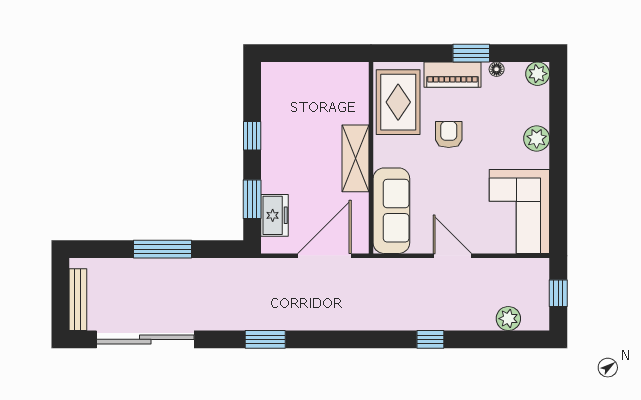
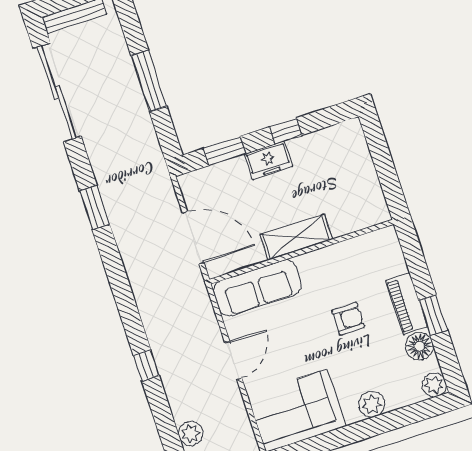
floor lamp: (497, 69) -> (419, 346), width x1.89, depth x1.89
rug: (398, 102) -> (363, 260), removed
freezer: (274, 215) -> (268, 160), moved

